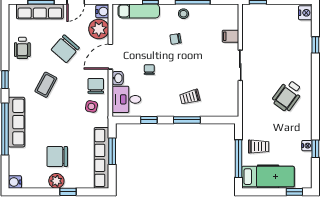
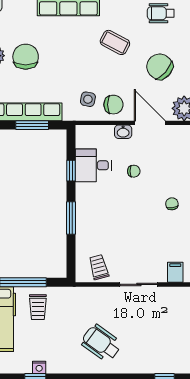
trolley: (190, 97) -> (99, 267), moved
desk: (126, 99) -> (93, 165), moved, turned -90

